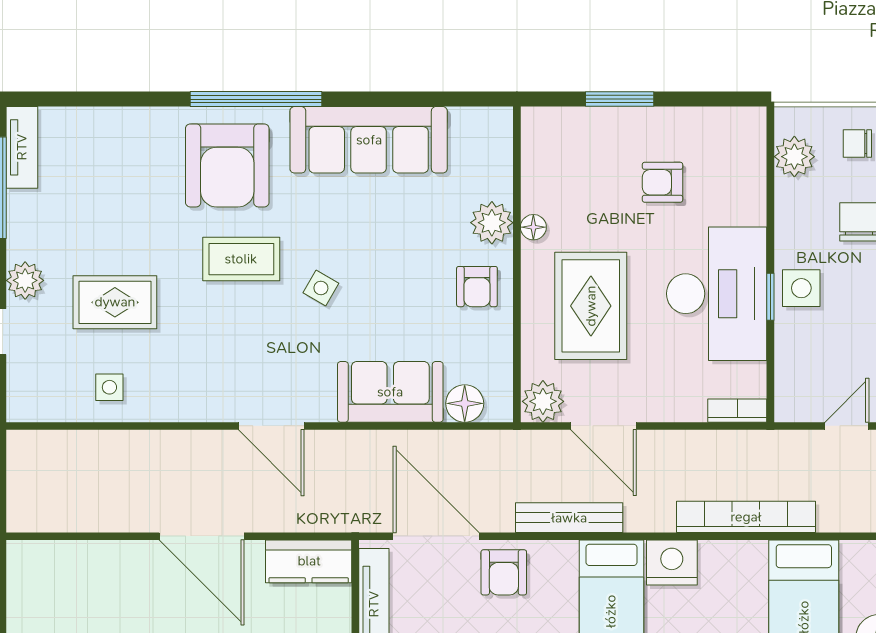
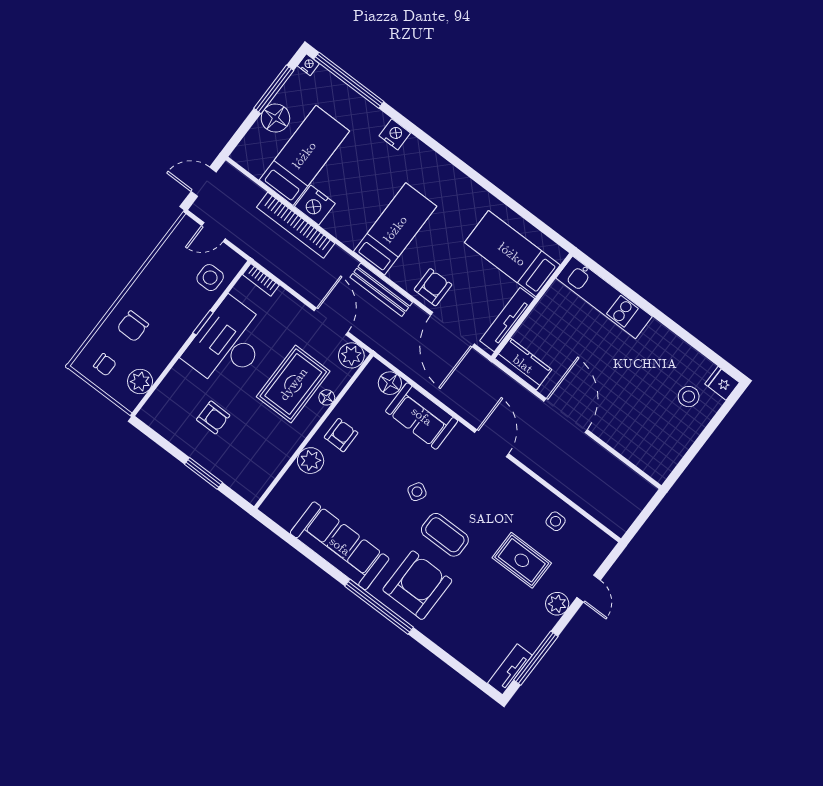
floor lamp: (533, 227) -> (327, 397), moved
side table: (801, 288) -> (210, 278), moved
nightstand: (672, 563) -> (315, 205), moved

